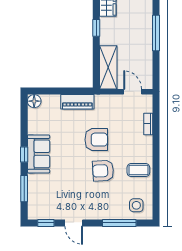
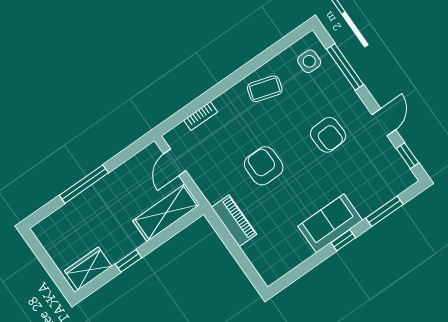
floor lamp: (34, 101) -> (270, 274), removed
coffee table: (138, 170) -> (265, 89), turned -73
armchair: (103, 171) -> (328, 135), moved

